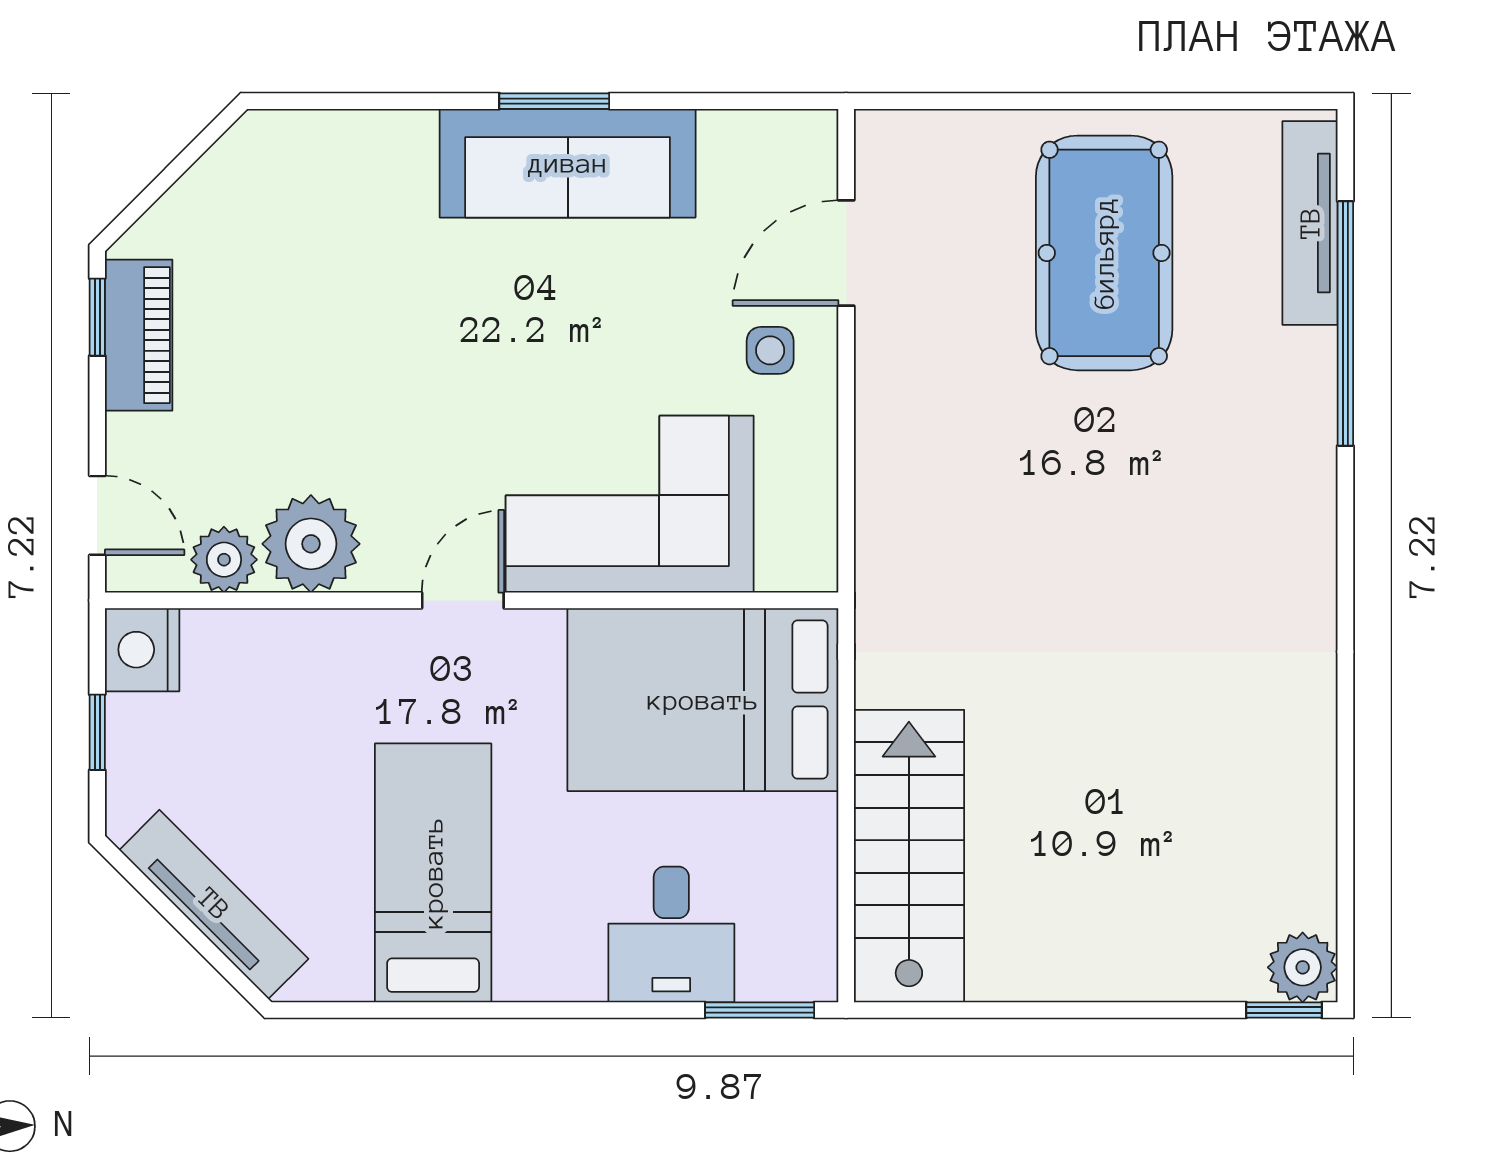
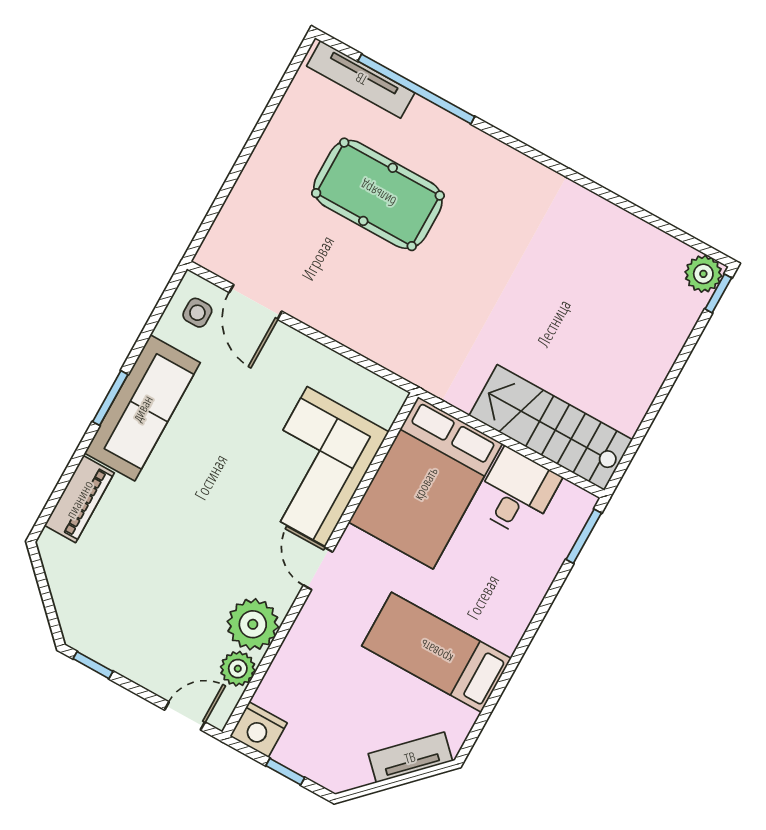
pool table: (1104, 253) -> (378, 194), moved
piano: (139, 335) -> (79, 499), moved, turned 90
side table: (770, 350) -> (197, 313), moved
tv unit: (214, 904) -> (410, 757), width x0.71
desk: (671, 934) -> (517, 492), moved, turned -90

